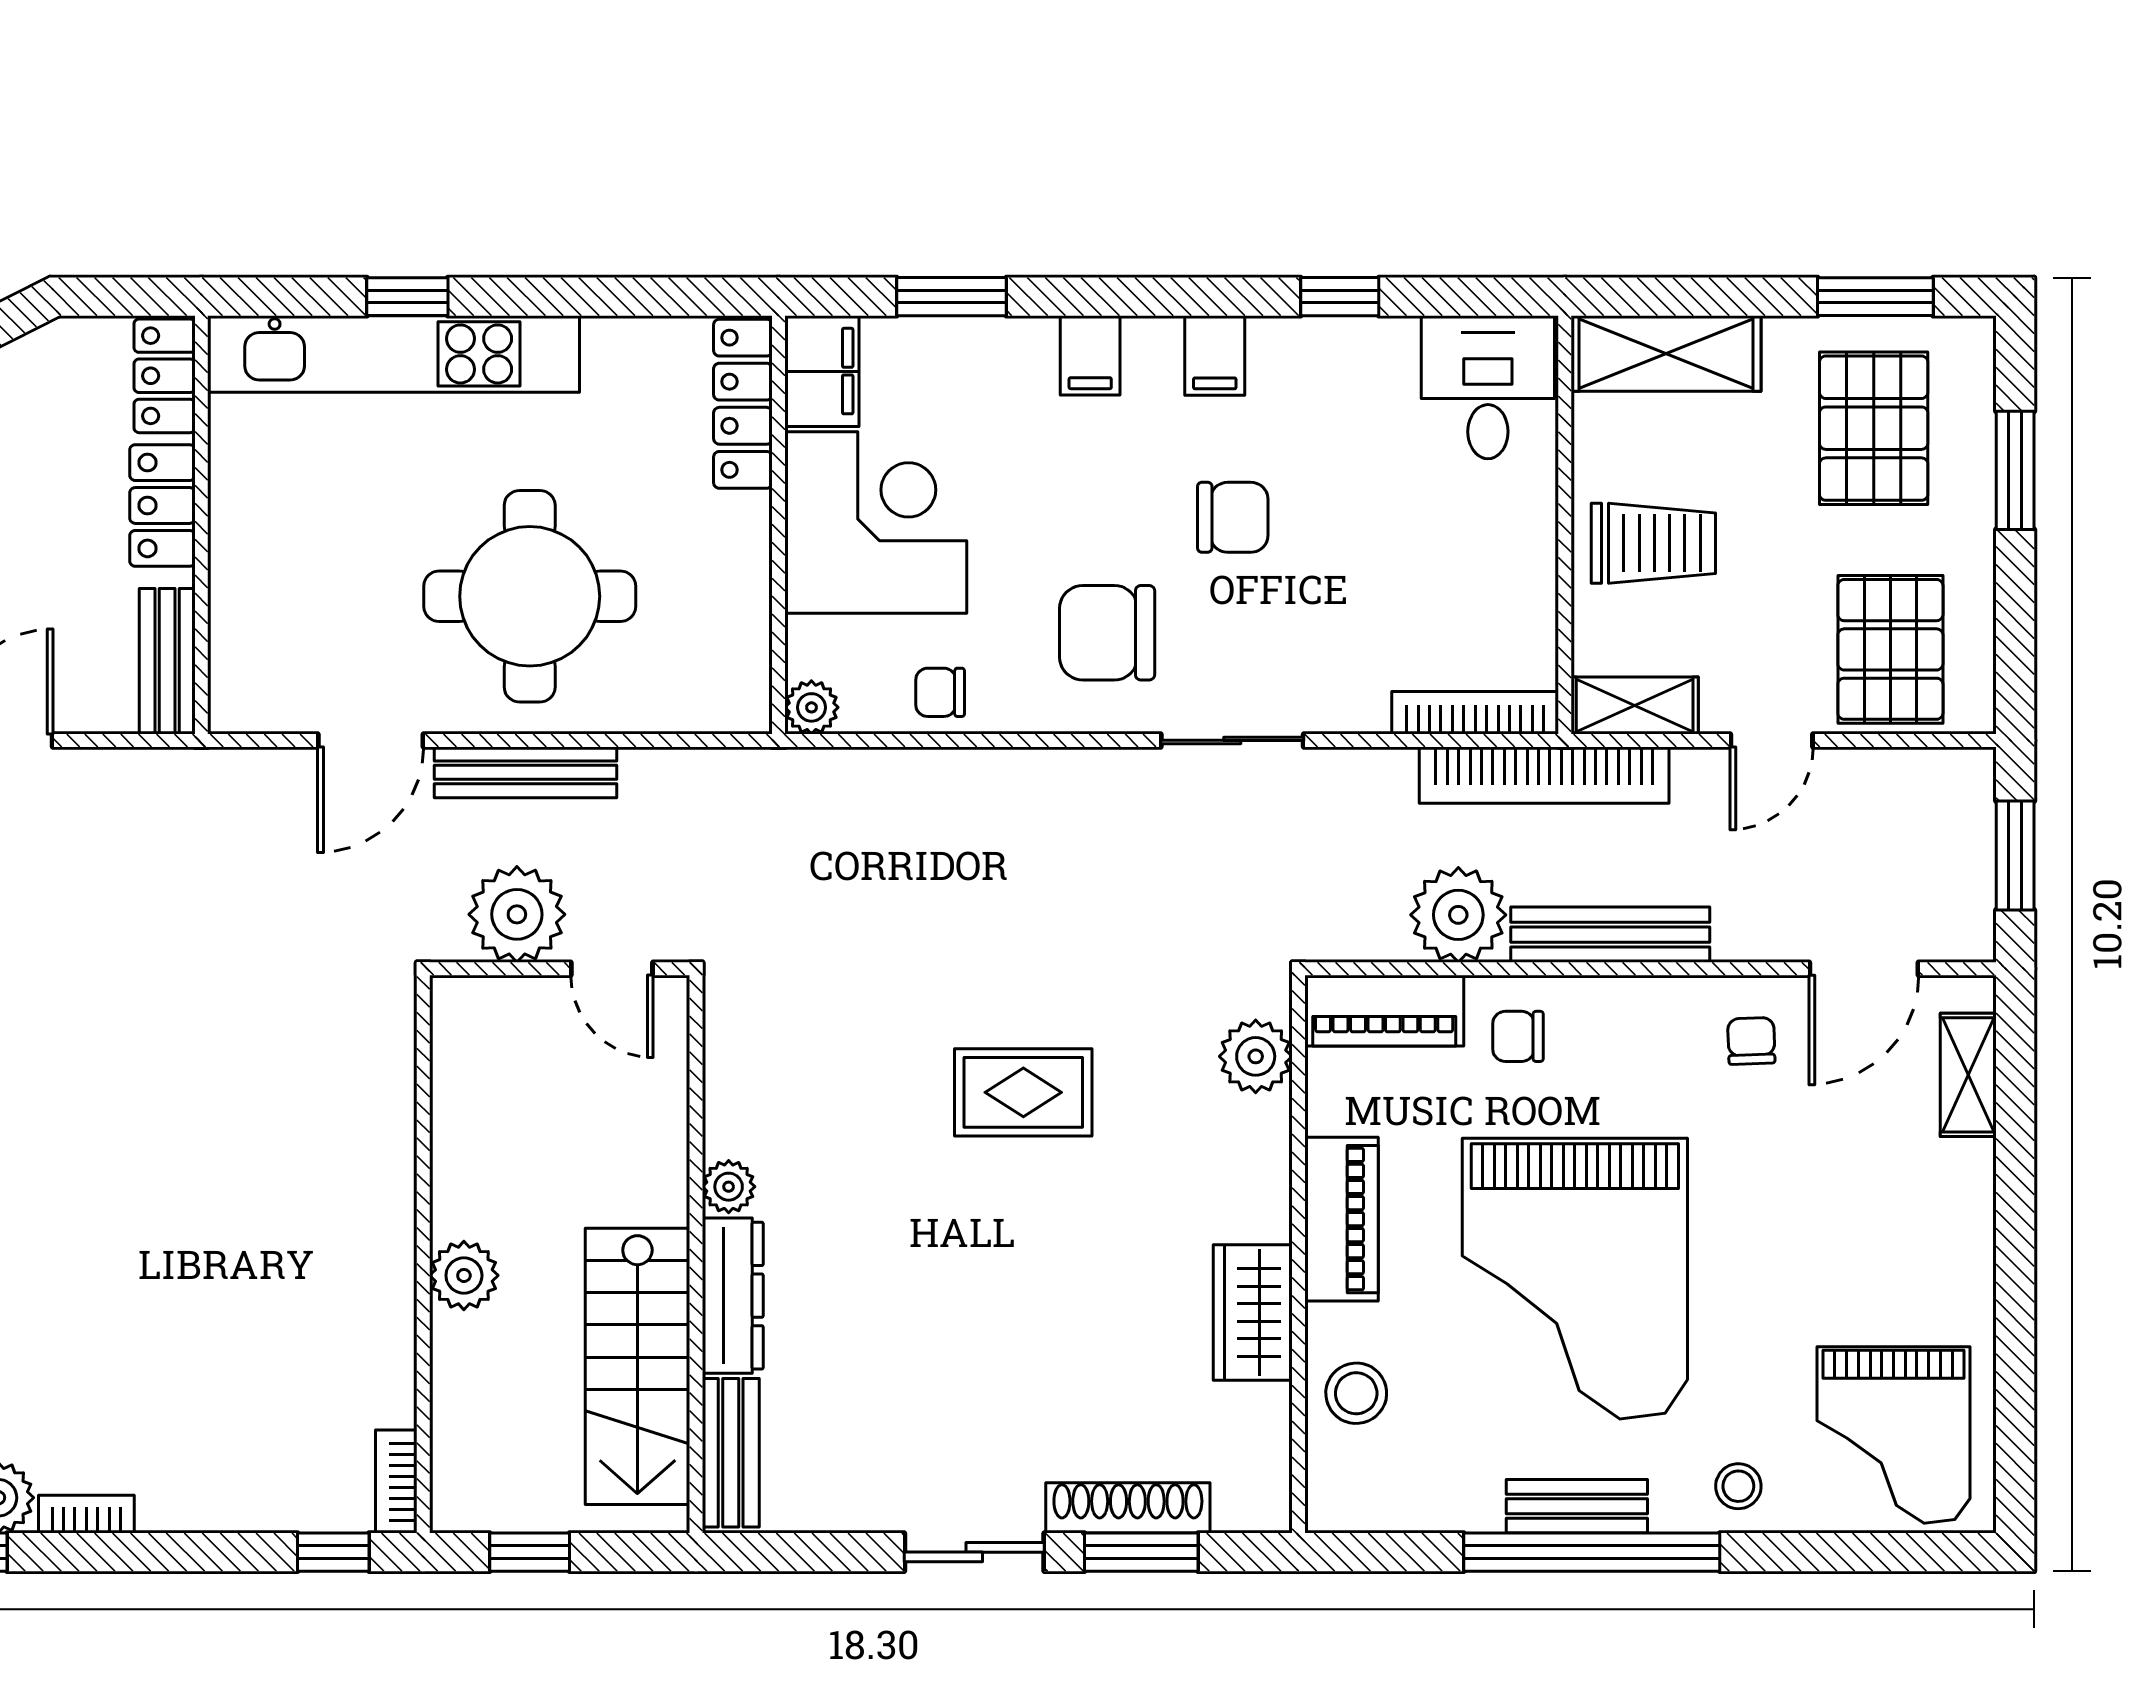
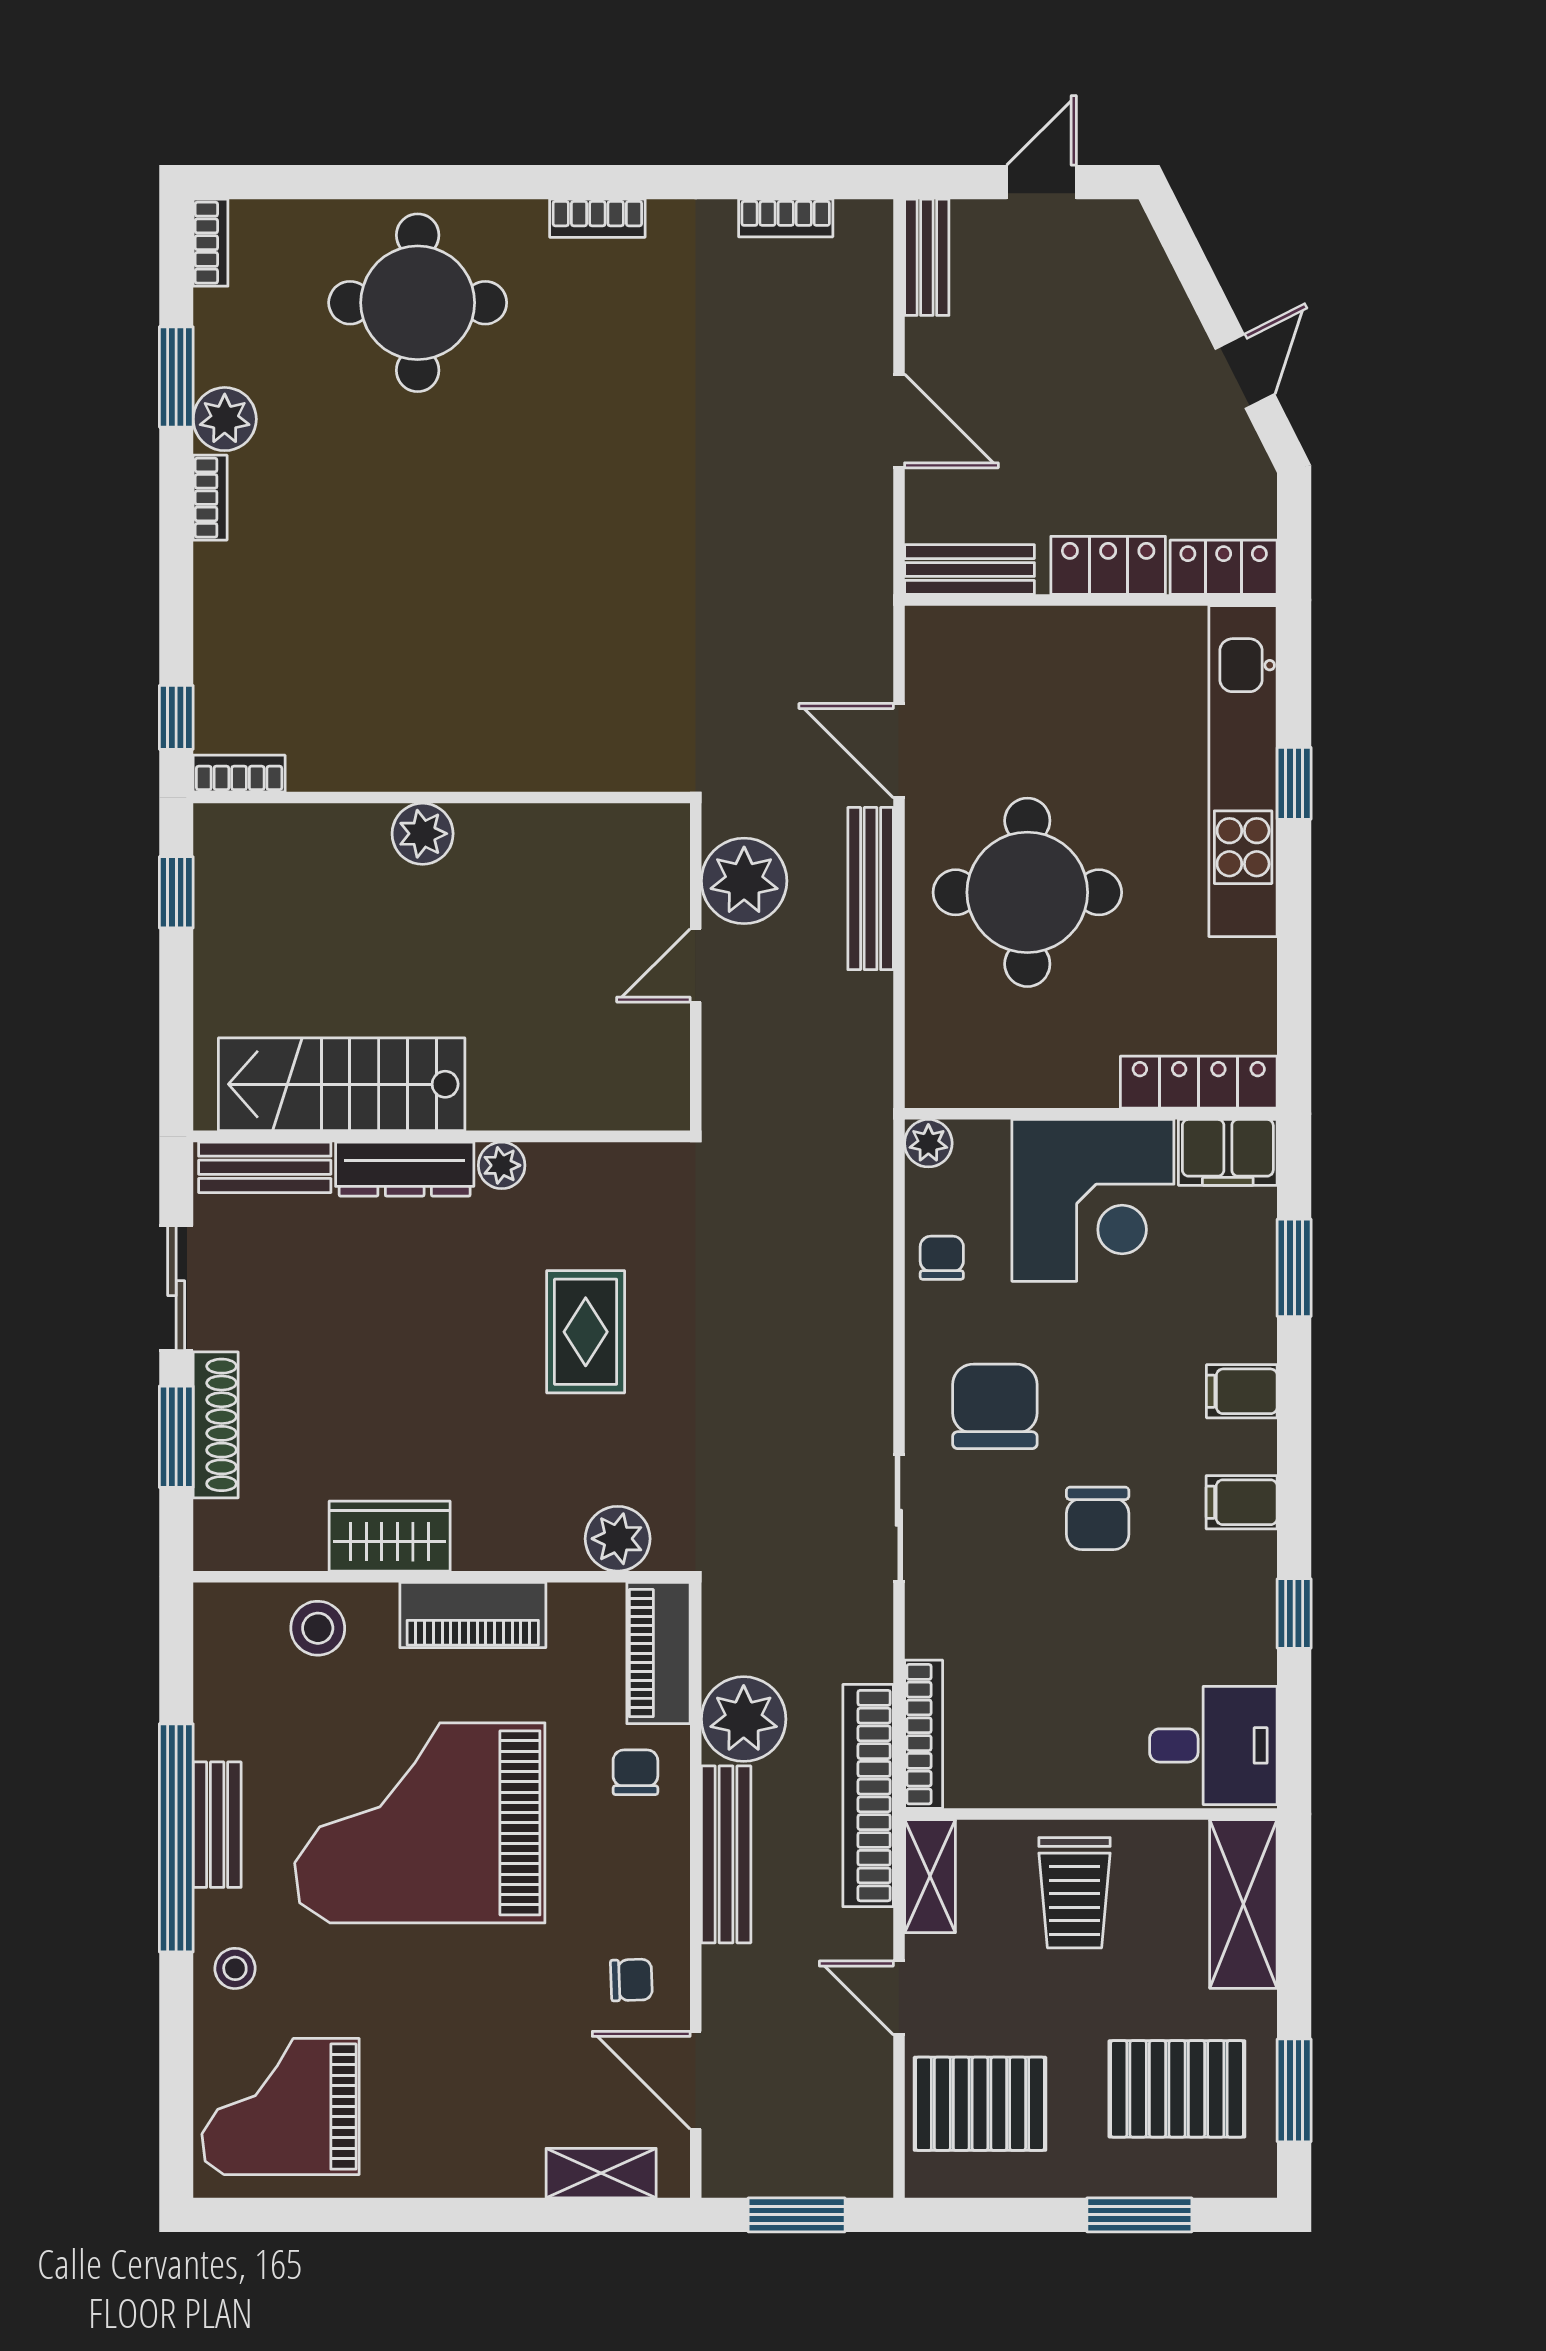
plant: (729, 1187) -> (502, 1165), moved
wall: (696, 1254) -> (442, 1136), moved
dresser: (733, 1296) -> (405, 1169), moved
stairs: (637, 1366) -> (342, 1084), moved
bench: (731, 1453) -> (265, 1167), moved

